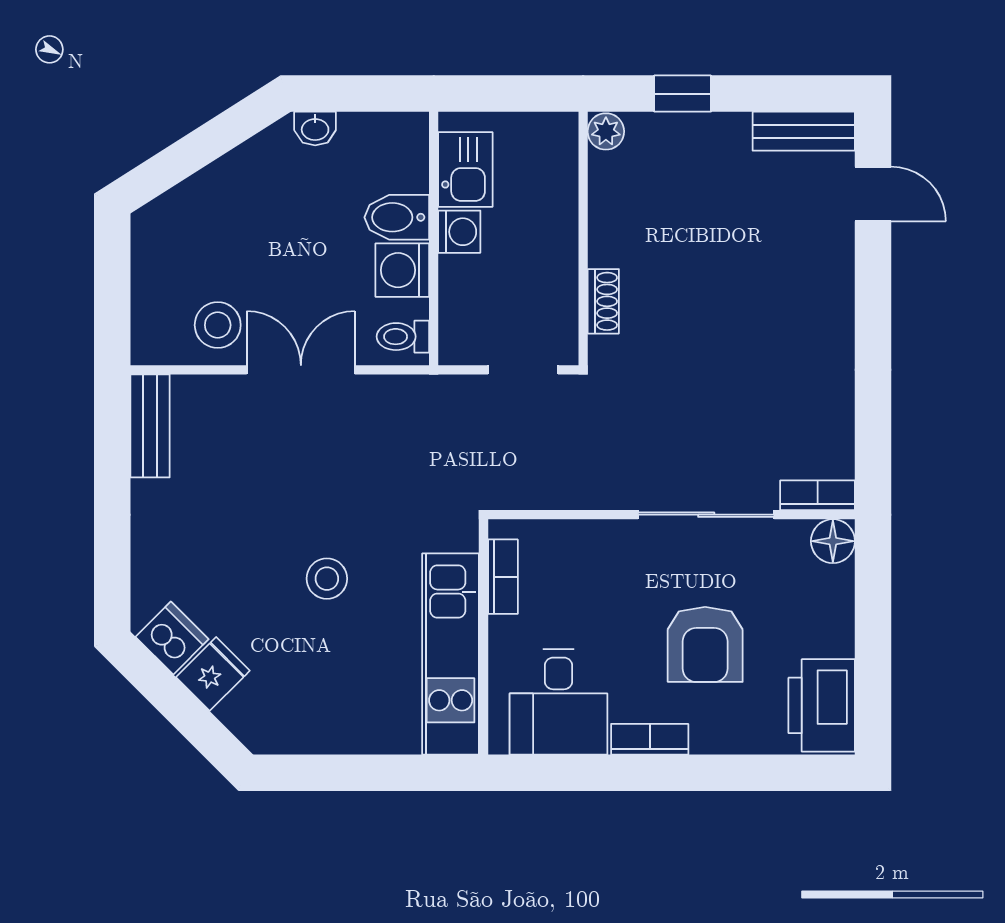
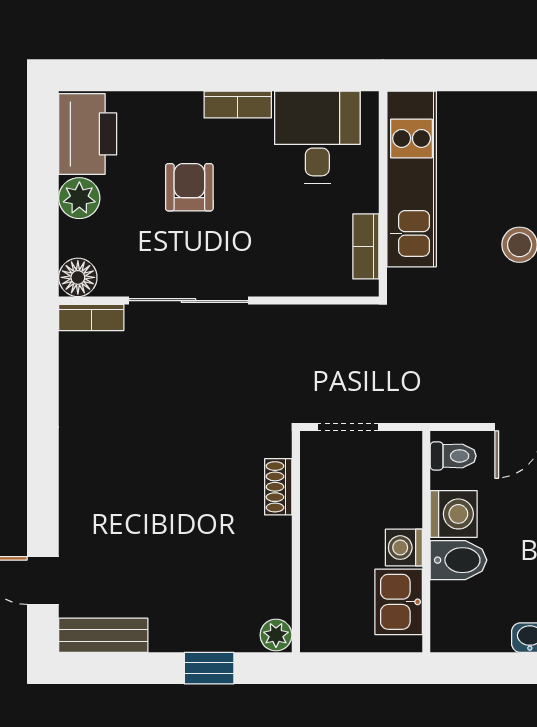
plant: (831, 632) -> (79, 198), added
armchair: (705, 644) -> (189, 187), width x0.72, depth x0.72

